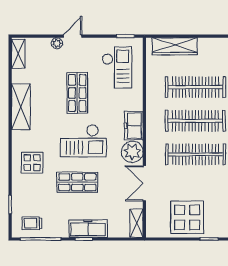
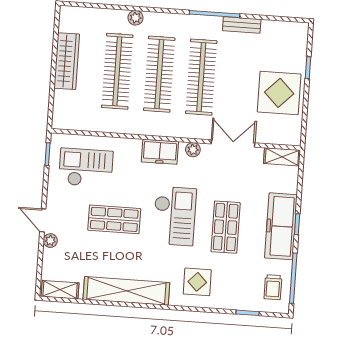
wardrobe: (175, 46) -> (67, 61), moved
shelving: (21, 107) -> (126, 291), width x1.47
plant: (132, 152) -> (193, 150), width x0.53, depth x0.53
double door: (144, 183) -> (233, 143), swing flipped
freezer: (88, 229) -> (281, 226), width x1.36, depth x1.26

